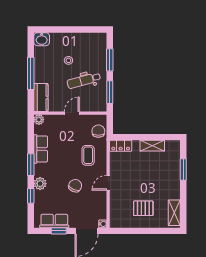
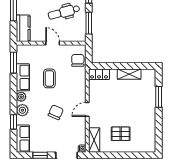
door: (72, 113) -> (53, 43), hinge flipped
plant: (39, 120) -> (21, 97), moved
coffee table: (88, 155) -> (49, 78), moved
window: (31, 165) -> (13, 63), moved
shelving: (174, 213) -> (94, 140), moved
row of seats: (54, 221) -> (23, 139), moved, turned 90

